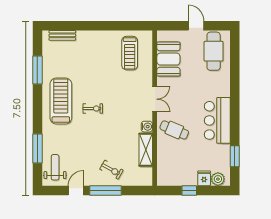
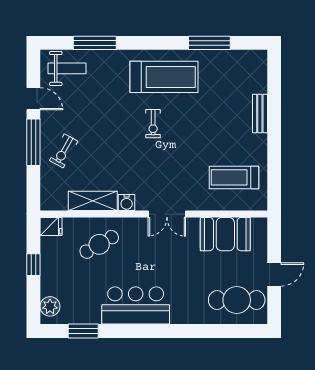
bench: (62, 35) -> (260, 114), moved
cafe table: (174, 130) -> (99, 244), moved, turned 37
fridge: (204, 178) -> (51, 227), moved

